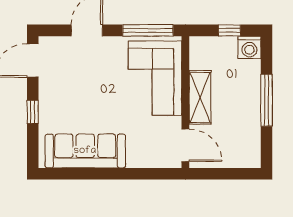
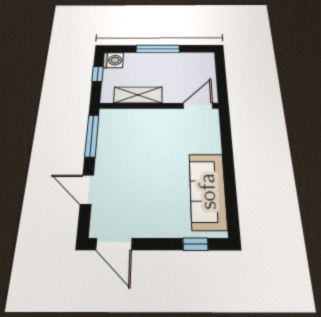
corner sofa: (155, 78) -> (137, 130), removed
shelving: (200, 97) -> (138, 95), moved
window: (33, 112) -> (195, 244), moved

